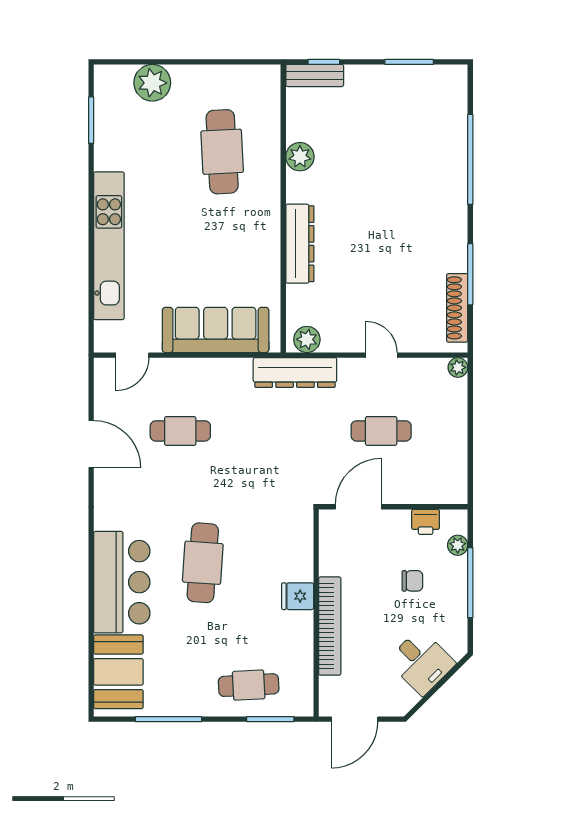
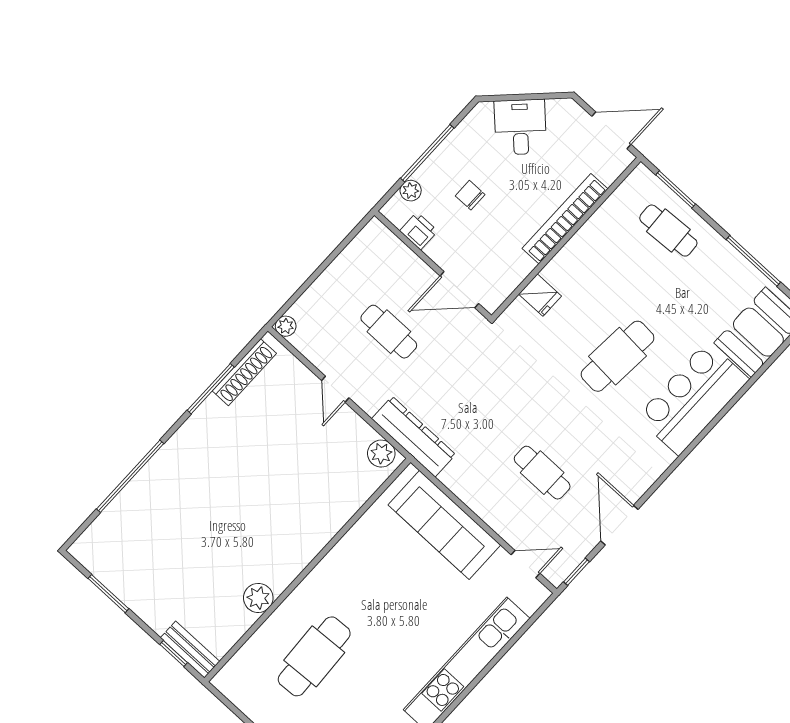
dresser: (300, 244) -> (319, 532), removed
window: (91, 383) -> (577, 572), added
fridge: (298, 596) -> (540, 295), moved

